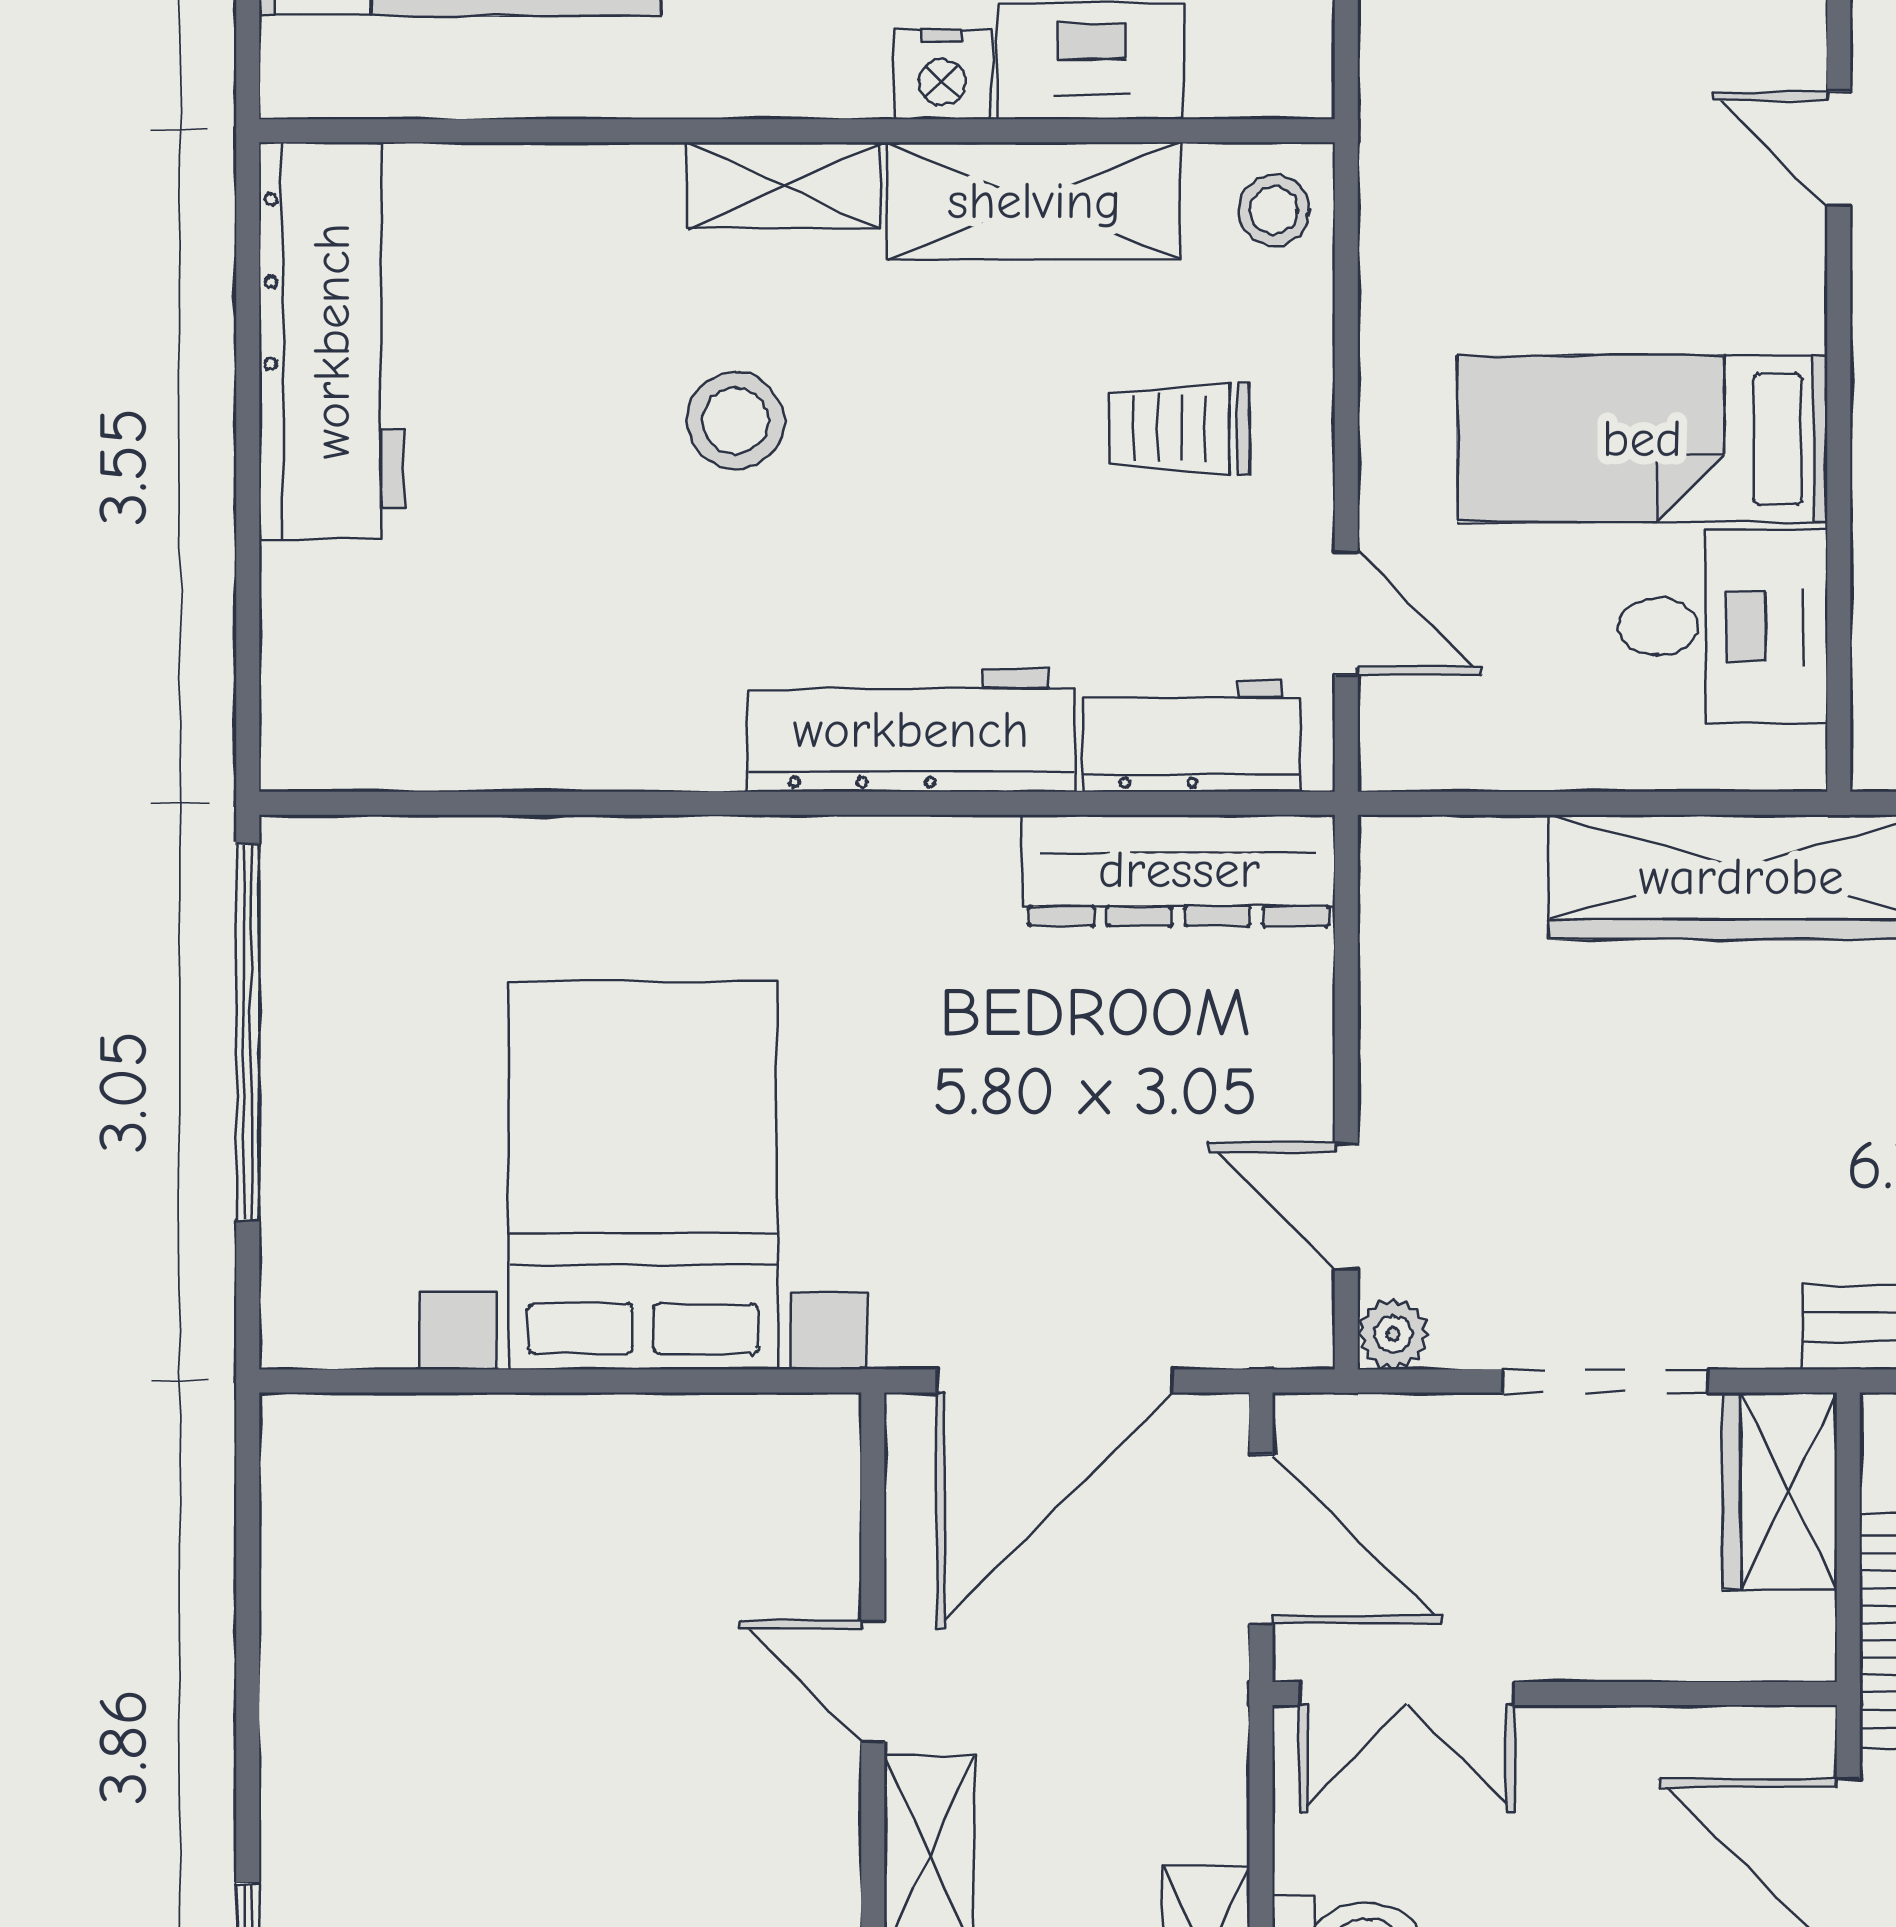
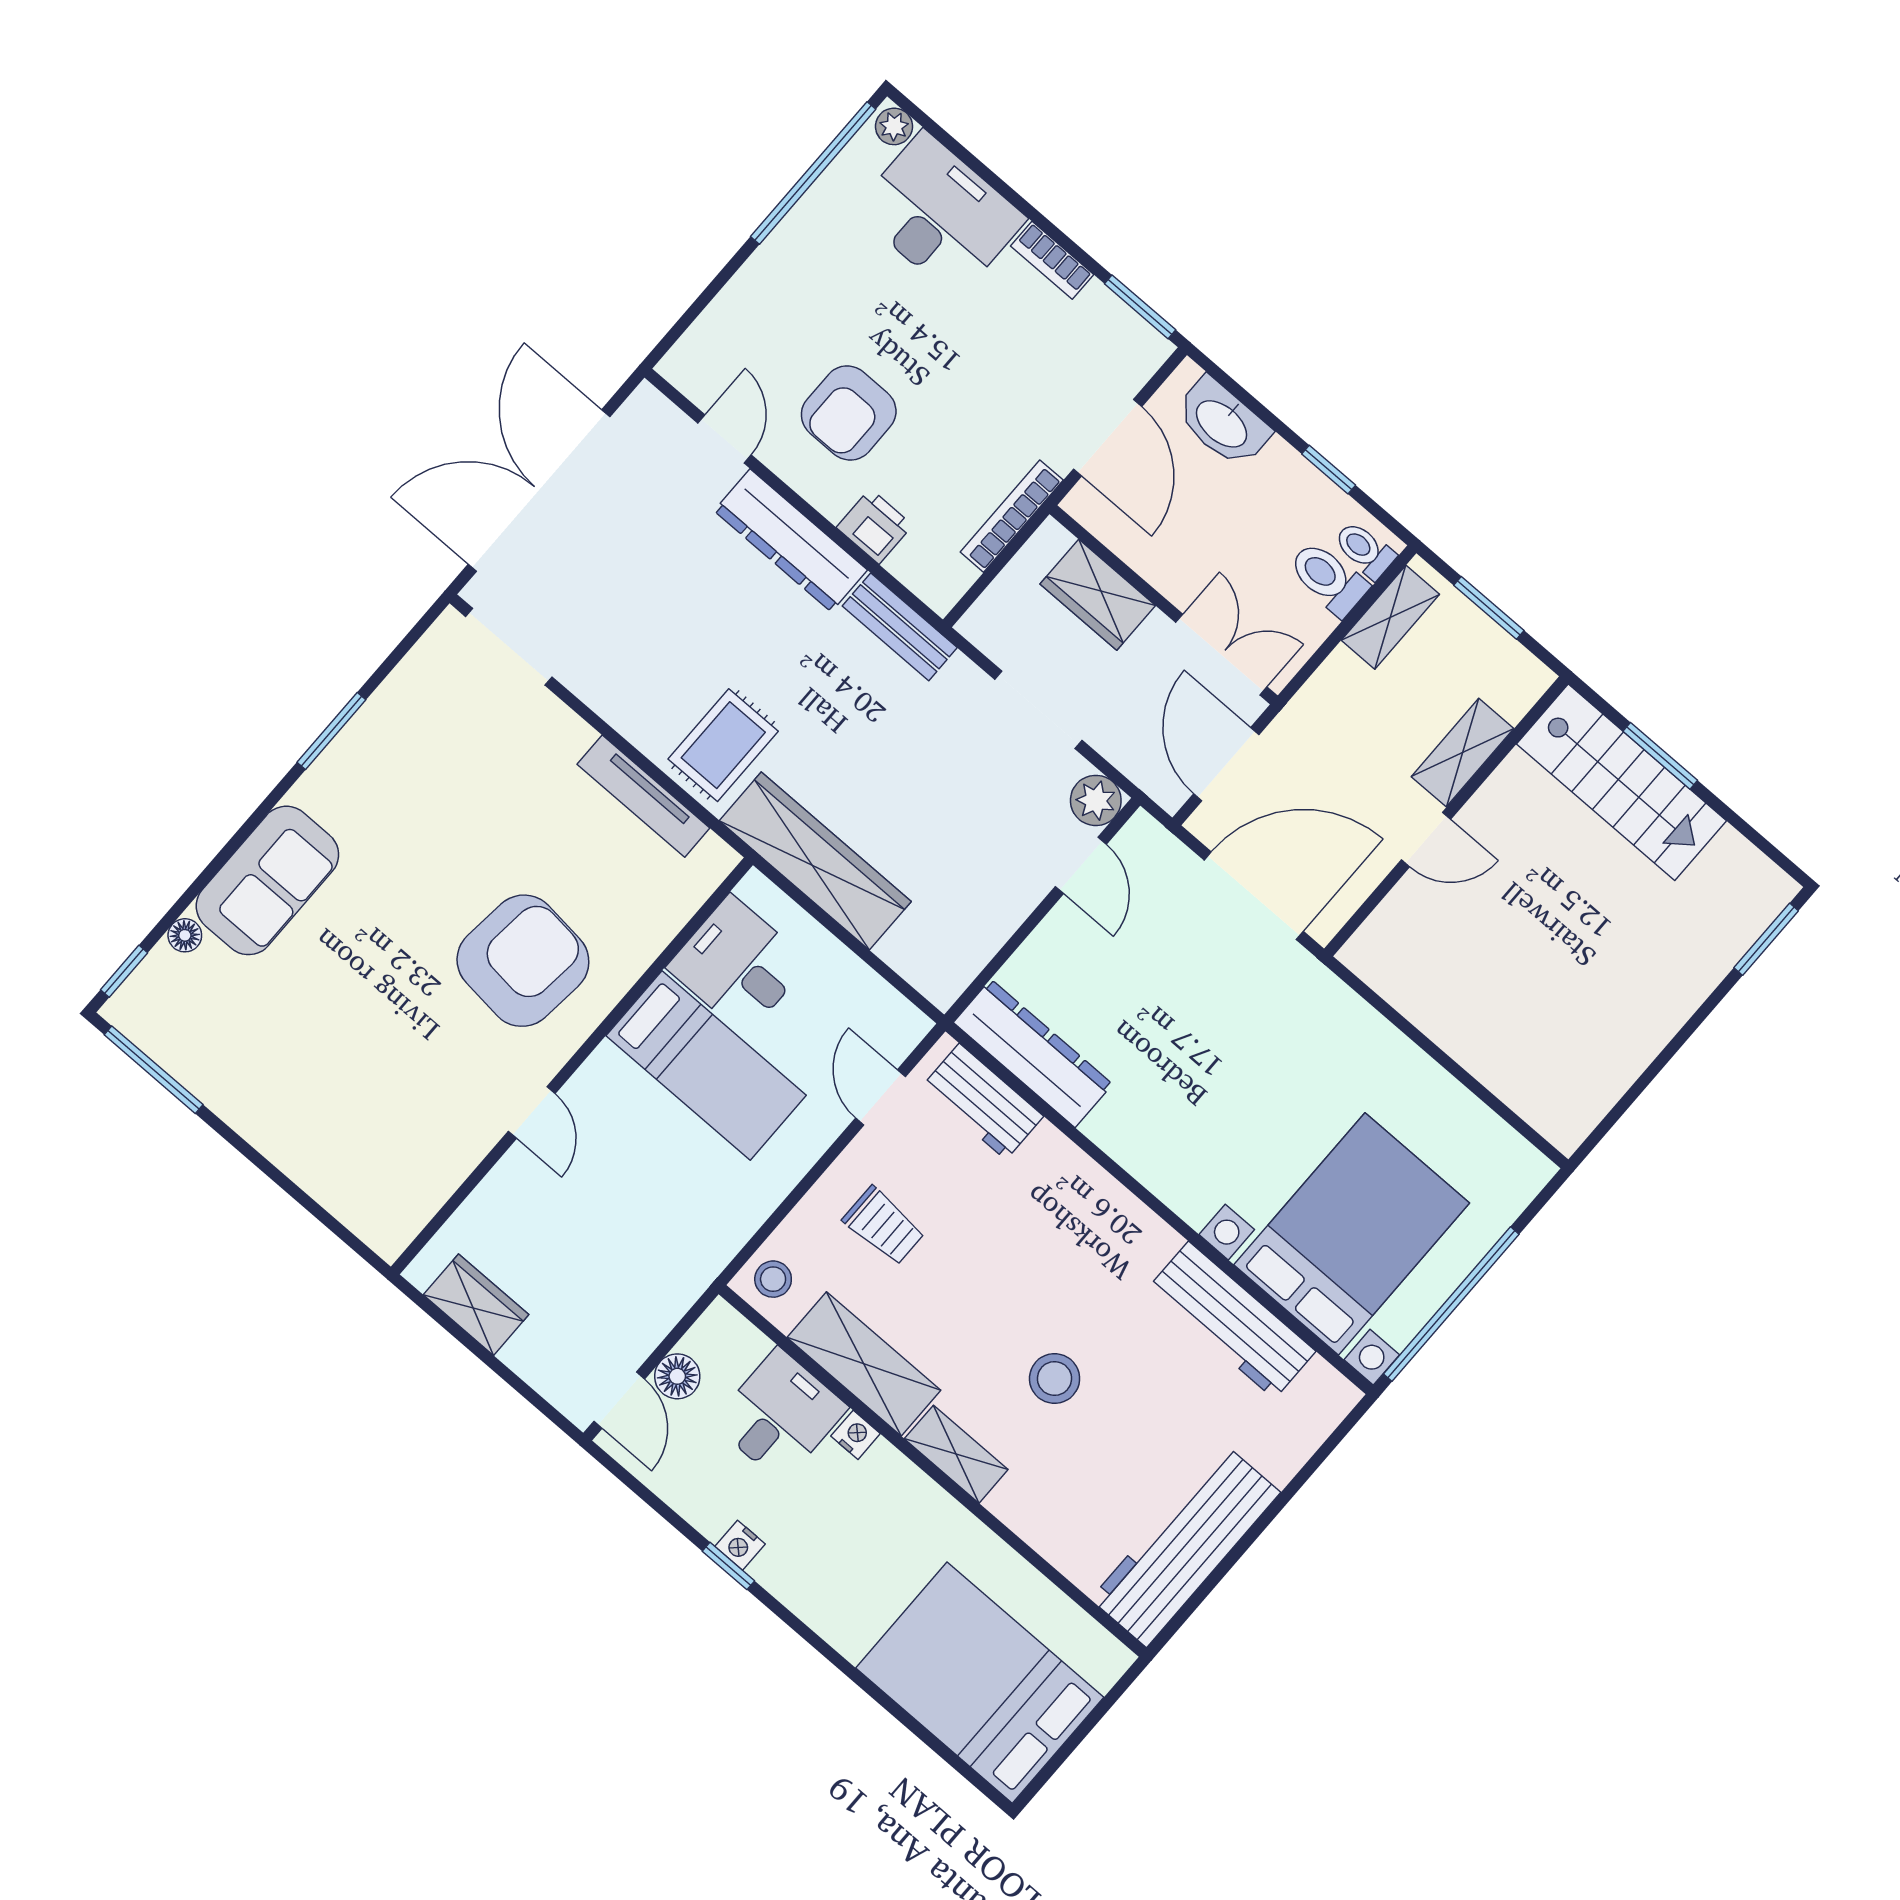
nightstand: (942, 75) -> (856, 1435), width x0.72, depth x0.74
workbench: (911, 730) -> (1231, 1320), moved
bed with nightstands: (643, 1175) -> (1352, 1234), moved, turned 180
plant: (1393, 1334) -> (1096, 800), width x1.38, depth x1.38
wardrobe: (1780, 1491) -> (1098, 595), moved, turned 90
door: (873, 1681) -> (1426, 840), hinge flipped

